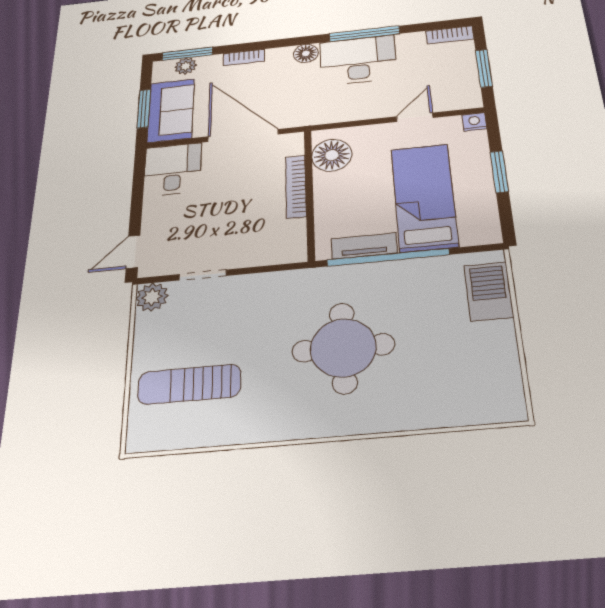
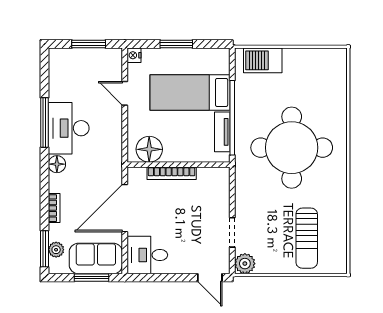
bookcase: (450, 35) -> (55, 64), removed
round table: (343, 348) -> (292, 148), width x1.36, depth x1.36

